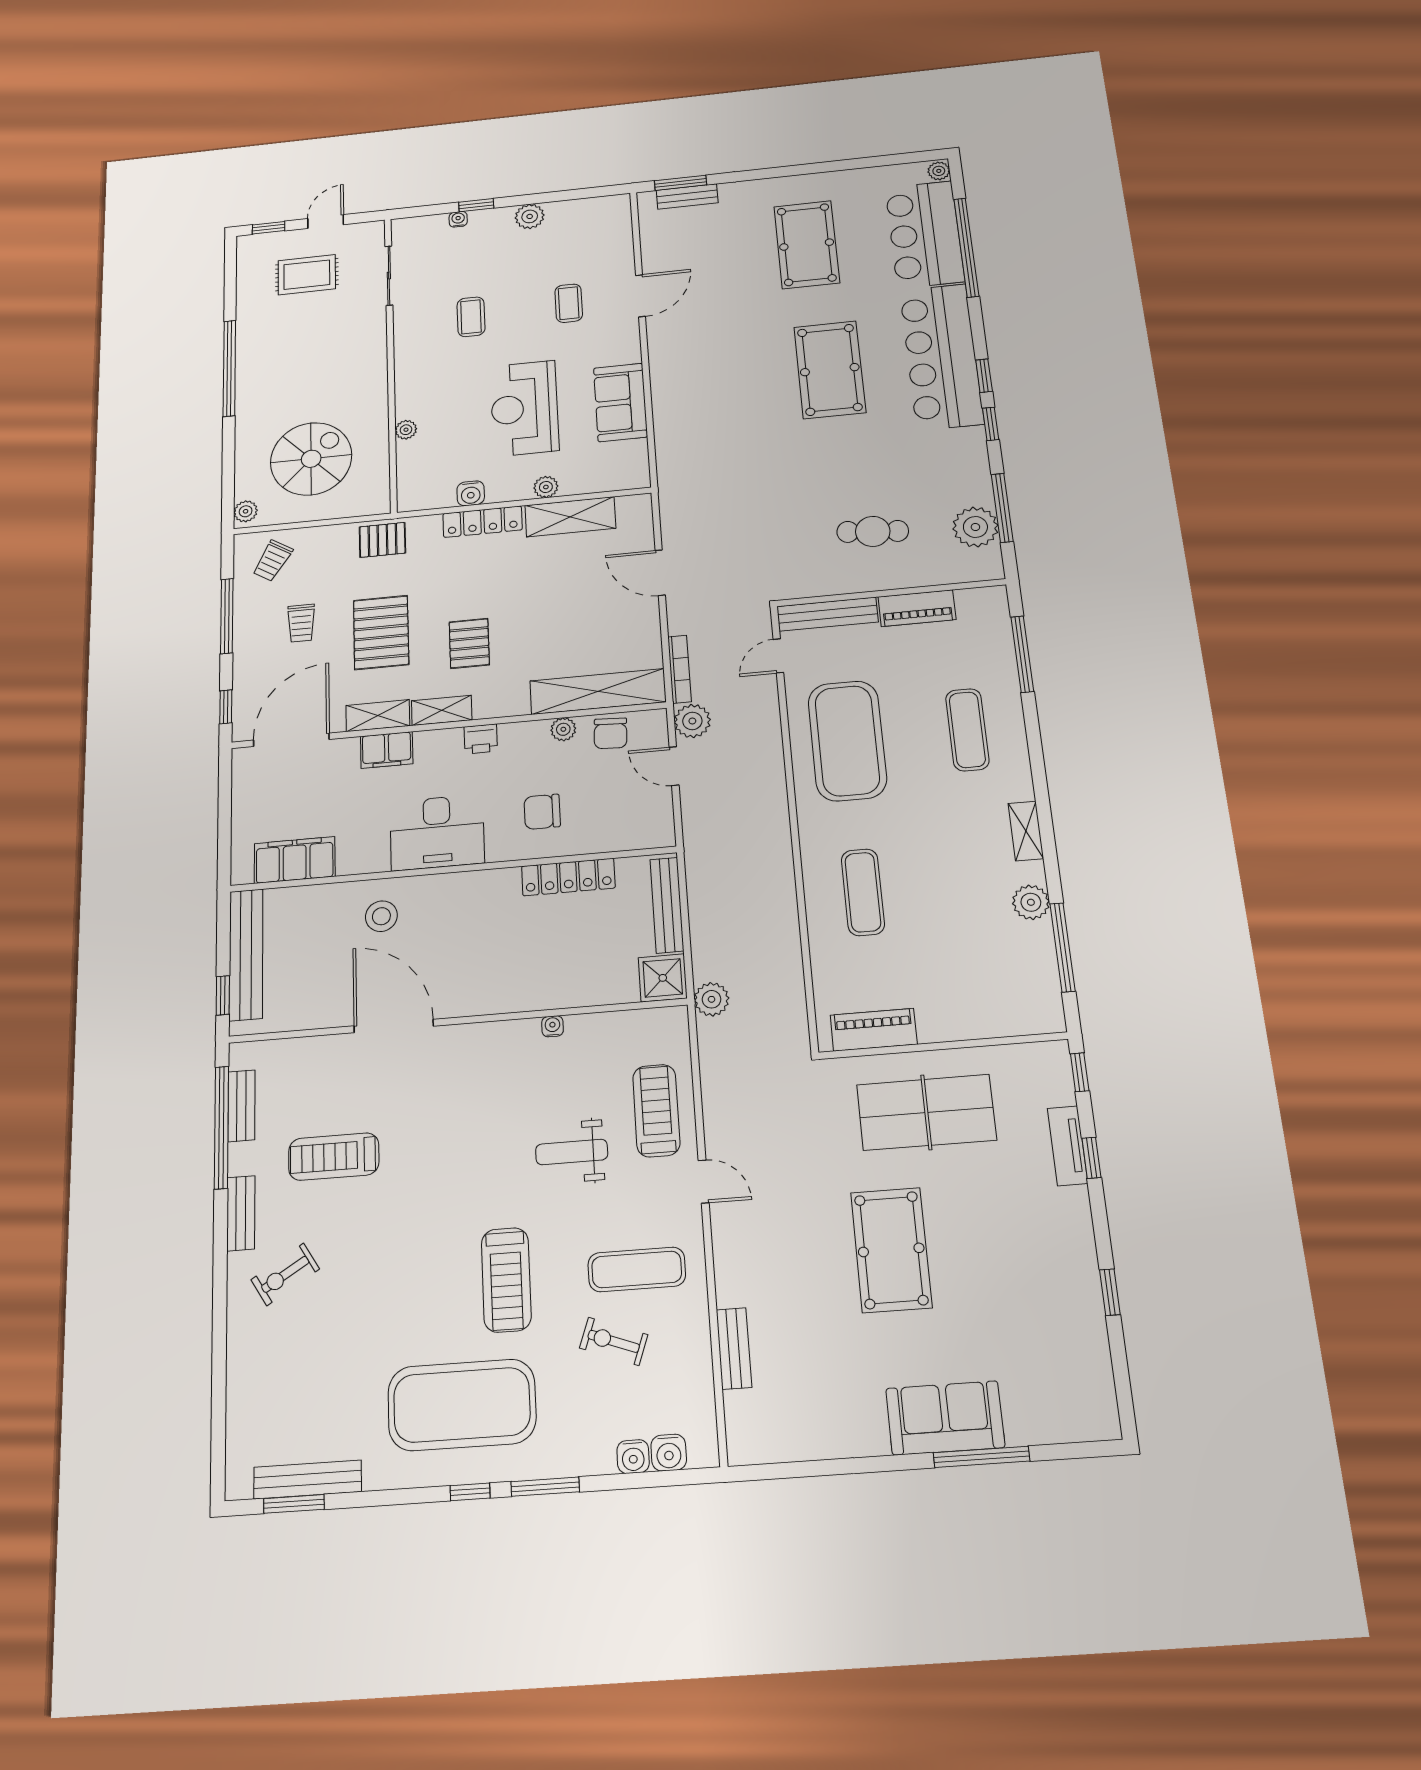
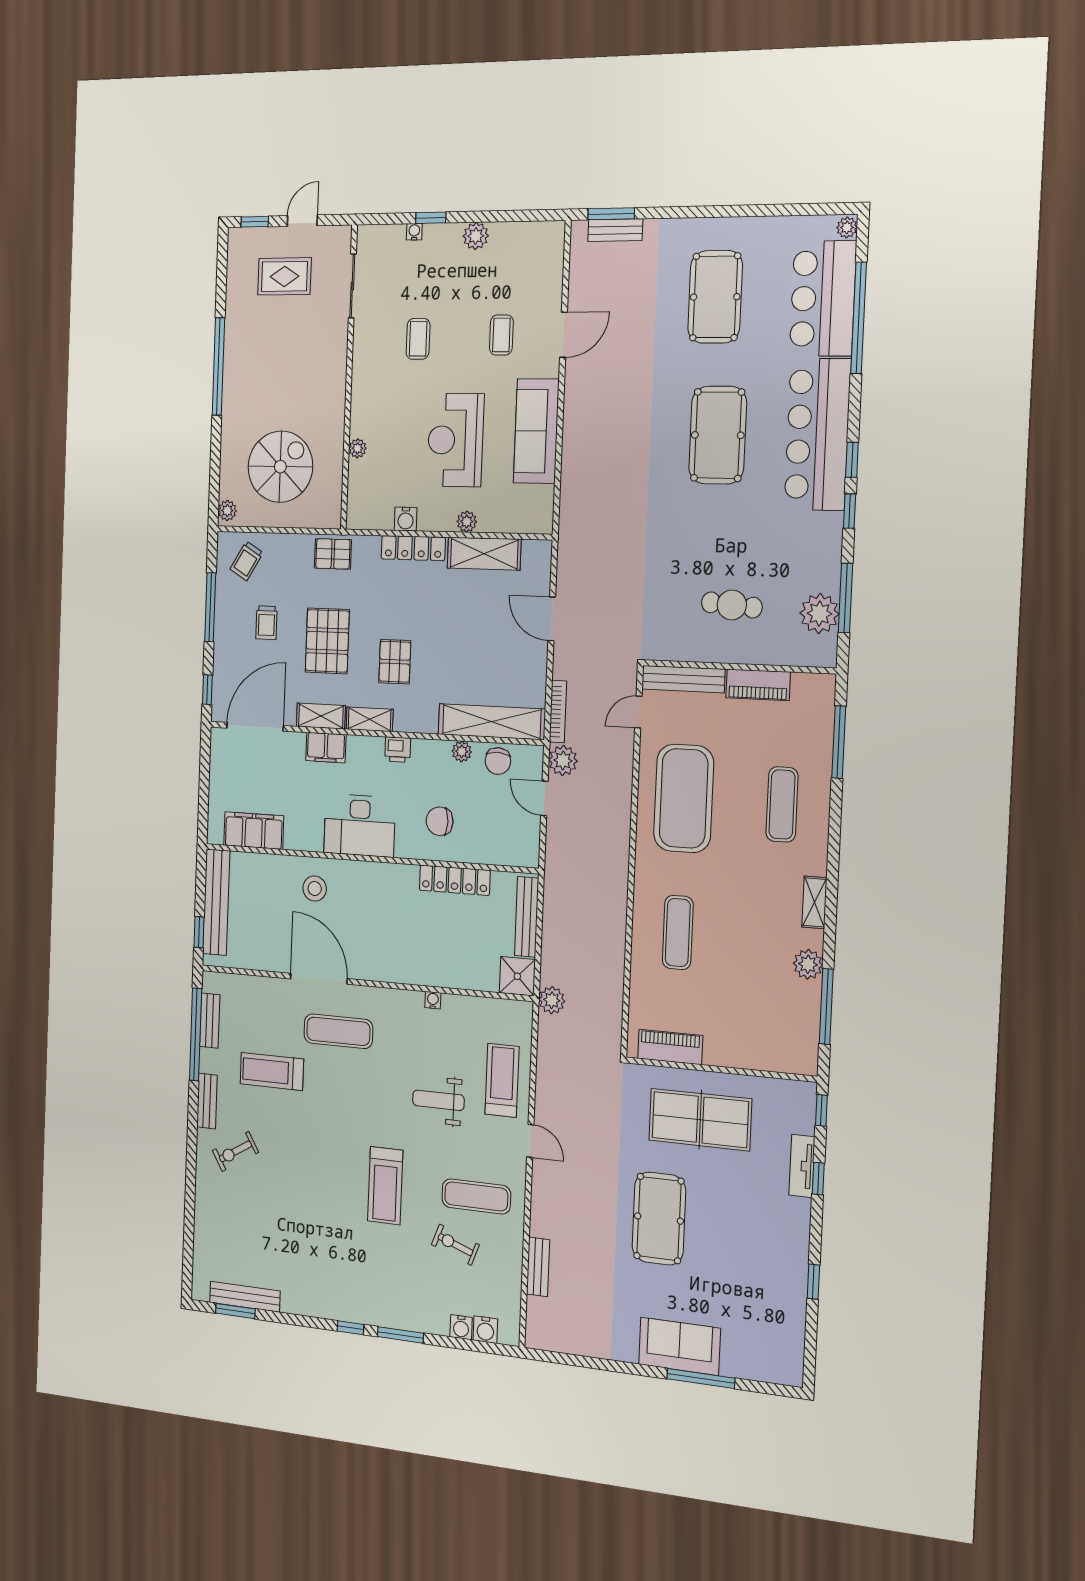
sofa: (620, 402) -> (536, 431), width x1.36
exercise mat: (462, 1405) -> (338, 1031), moved, width x0.50, depth x0.69

